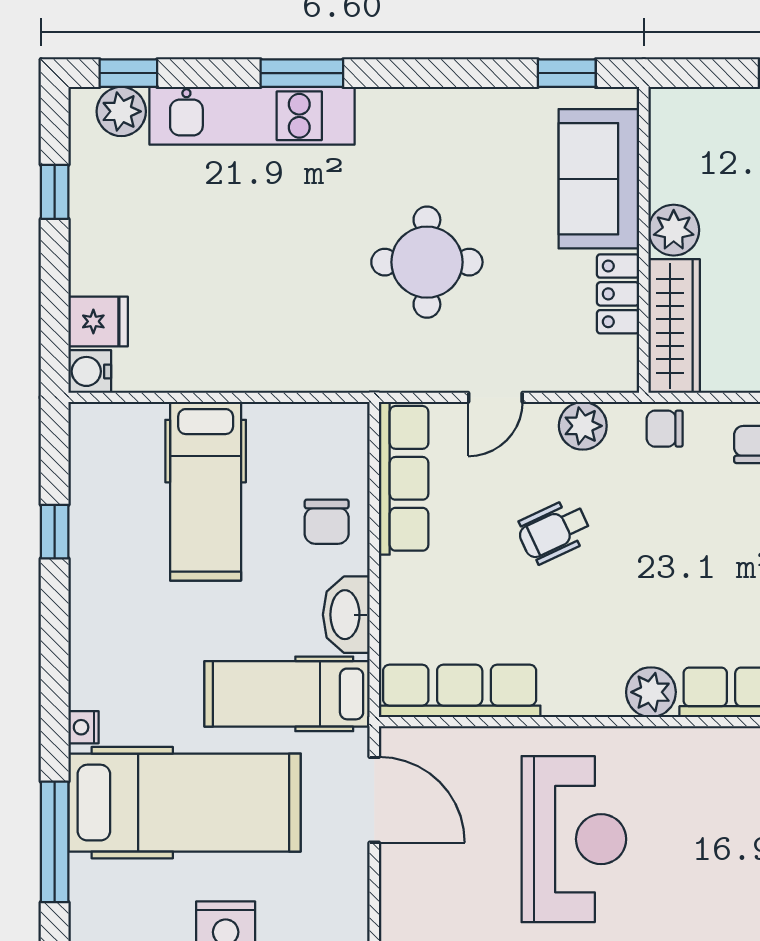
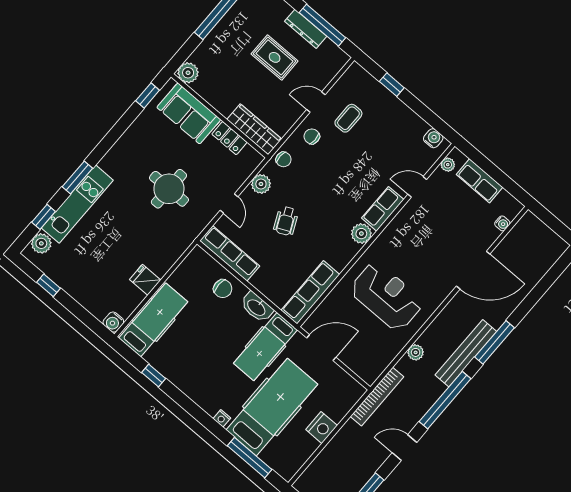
window: (128, 73) -> (44, 217), moved
plant: (674, 230) -> (188, 73), moved
fridge: (98, 321) -> (145, 280), moved, turned -90
chair: (665, 429) -> (284, 159), turned -90
hospital bed: (206, 491) -> (153, 320), moved, turned -90

